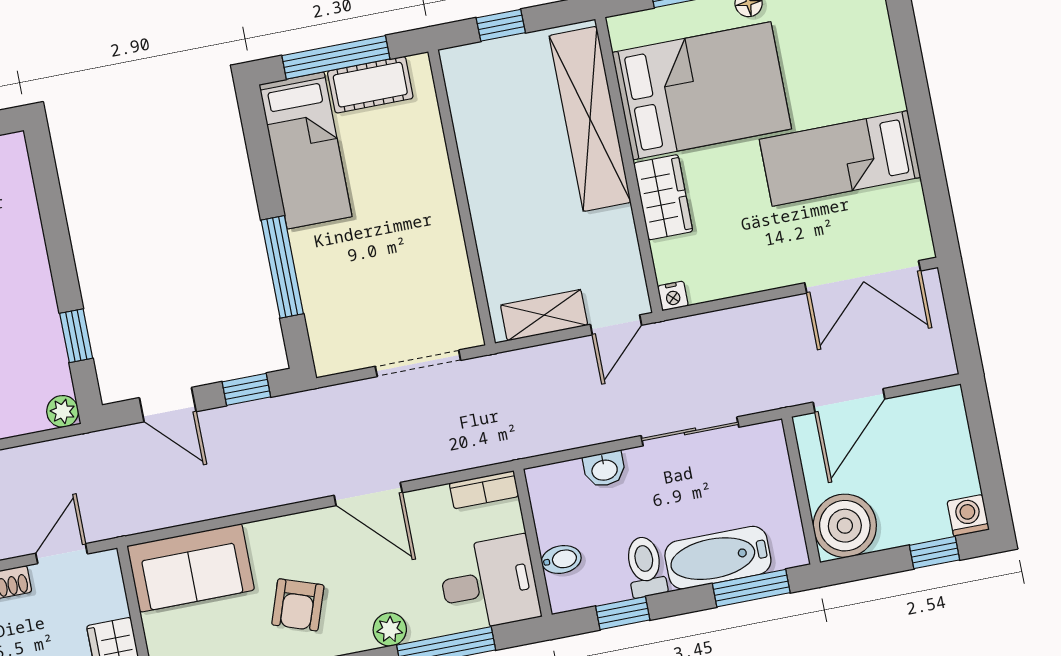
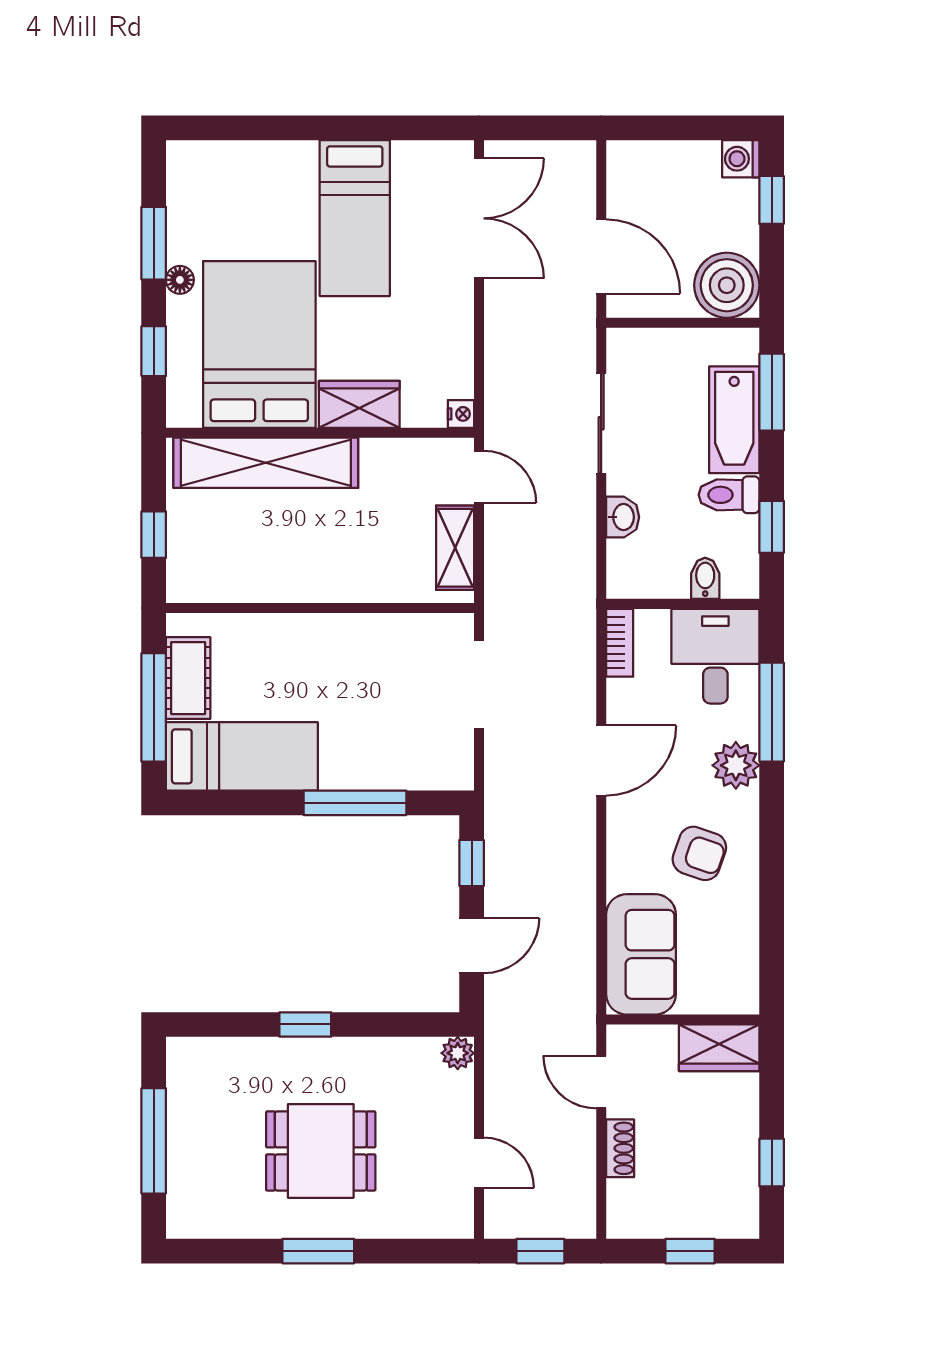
window: (76, 336) -> (305, 1024), moved
plant: (390, 629) -> (736, 765), width x1.38, depth x1.38

